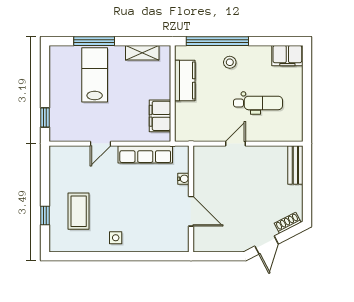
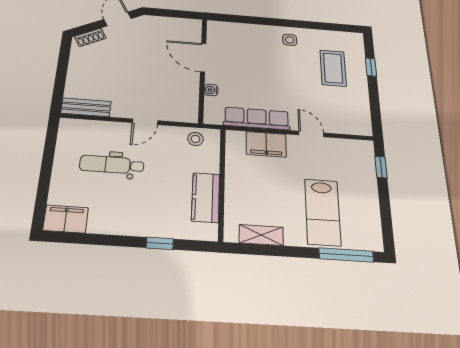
window: (94, 41) -> (346, 255), moved
window: (217, 41) -> (160, 243), width x0.32
stool: (230, 62) -> (195, 139), moved
filing cabinet: (160, 116) -> (266, 144), moved, turned 90
door: (100, 144) -> (311, 134), hinge flipped
bench: (295, 165) -> (86, 107), moved, turned 90

